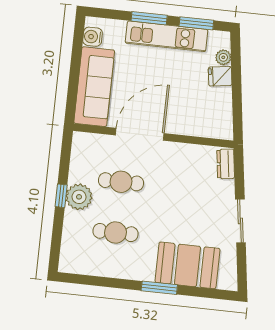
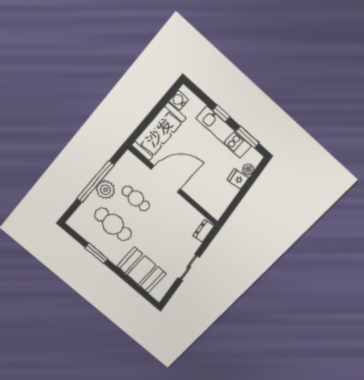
window: (149, 18) -> (221, 113), width x0.67
window: (61, 196) -> (95, 182), width x3.17
cafe table: (115, 233) -> (113, 224), width x1.37, depth x1.35
window: (159, 288) -> (96, 253), moved

